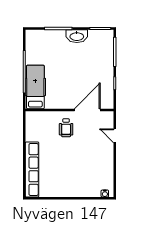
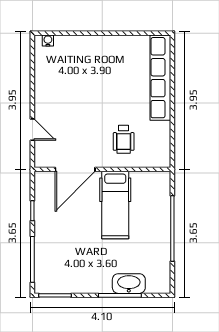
washbasin: (77, 36) -> (129, 284), moved
hospital bed: (35, 87) -> (115, 205), moved
wheelchair: (66, 128) -> (124, 139), moved, turned 180

